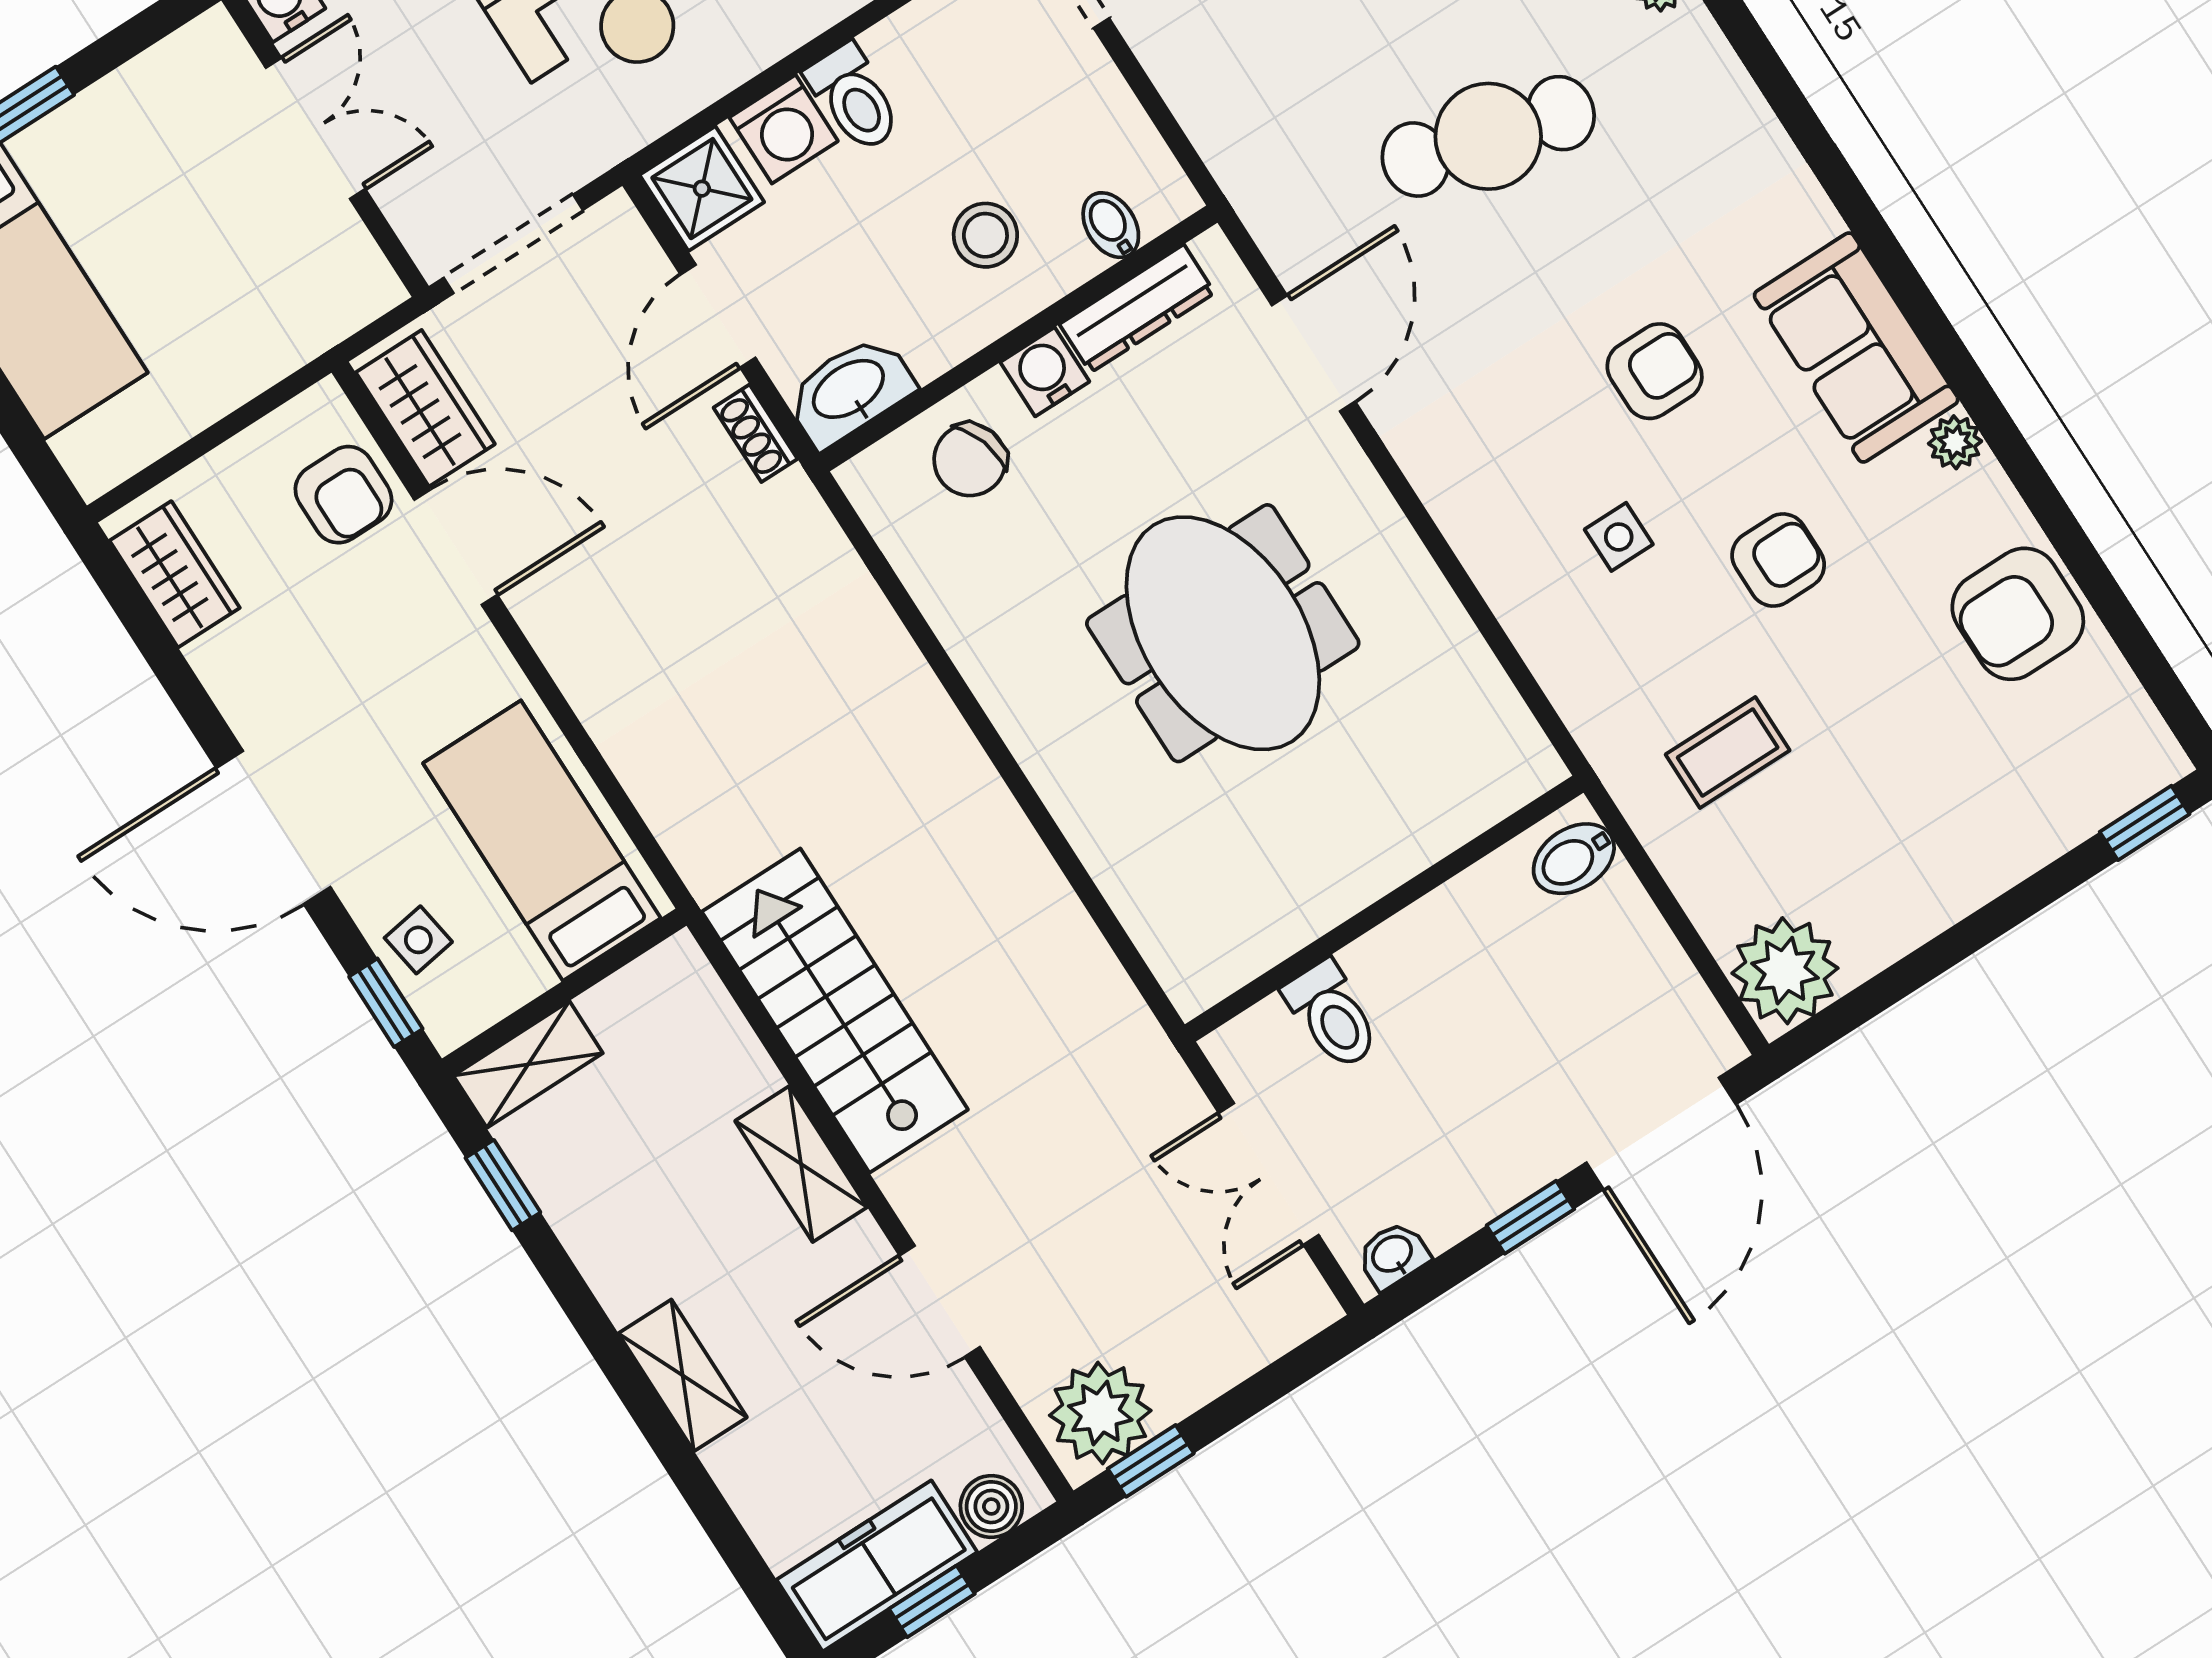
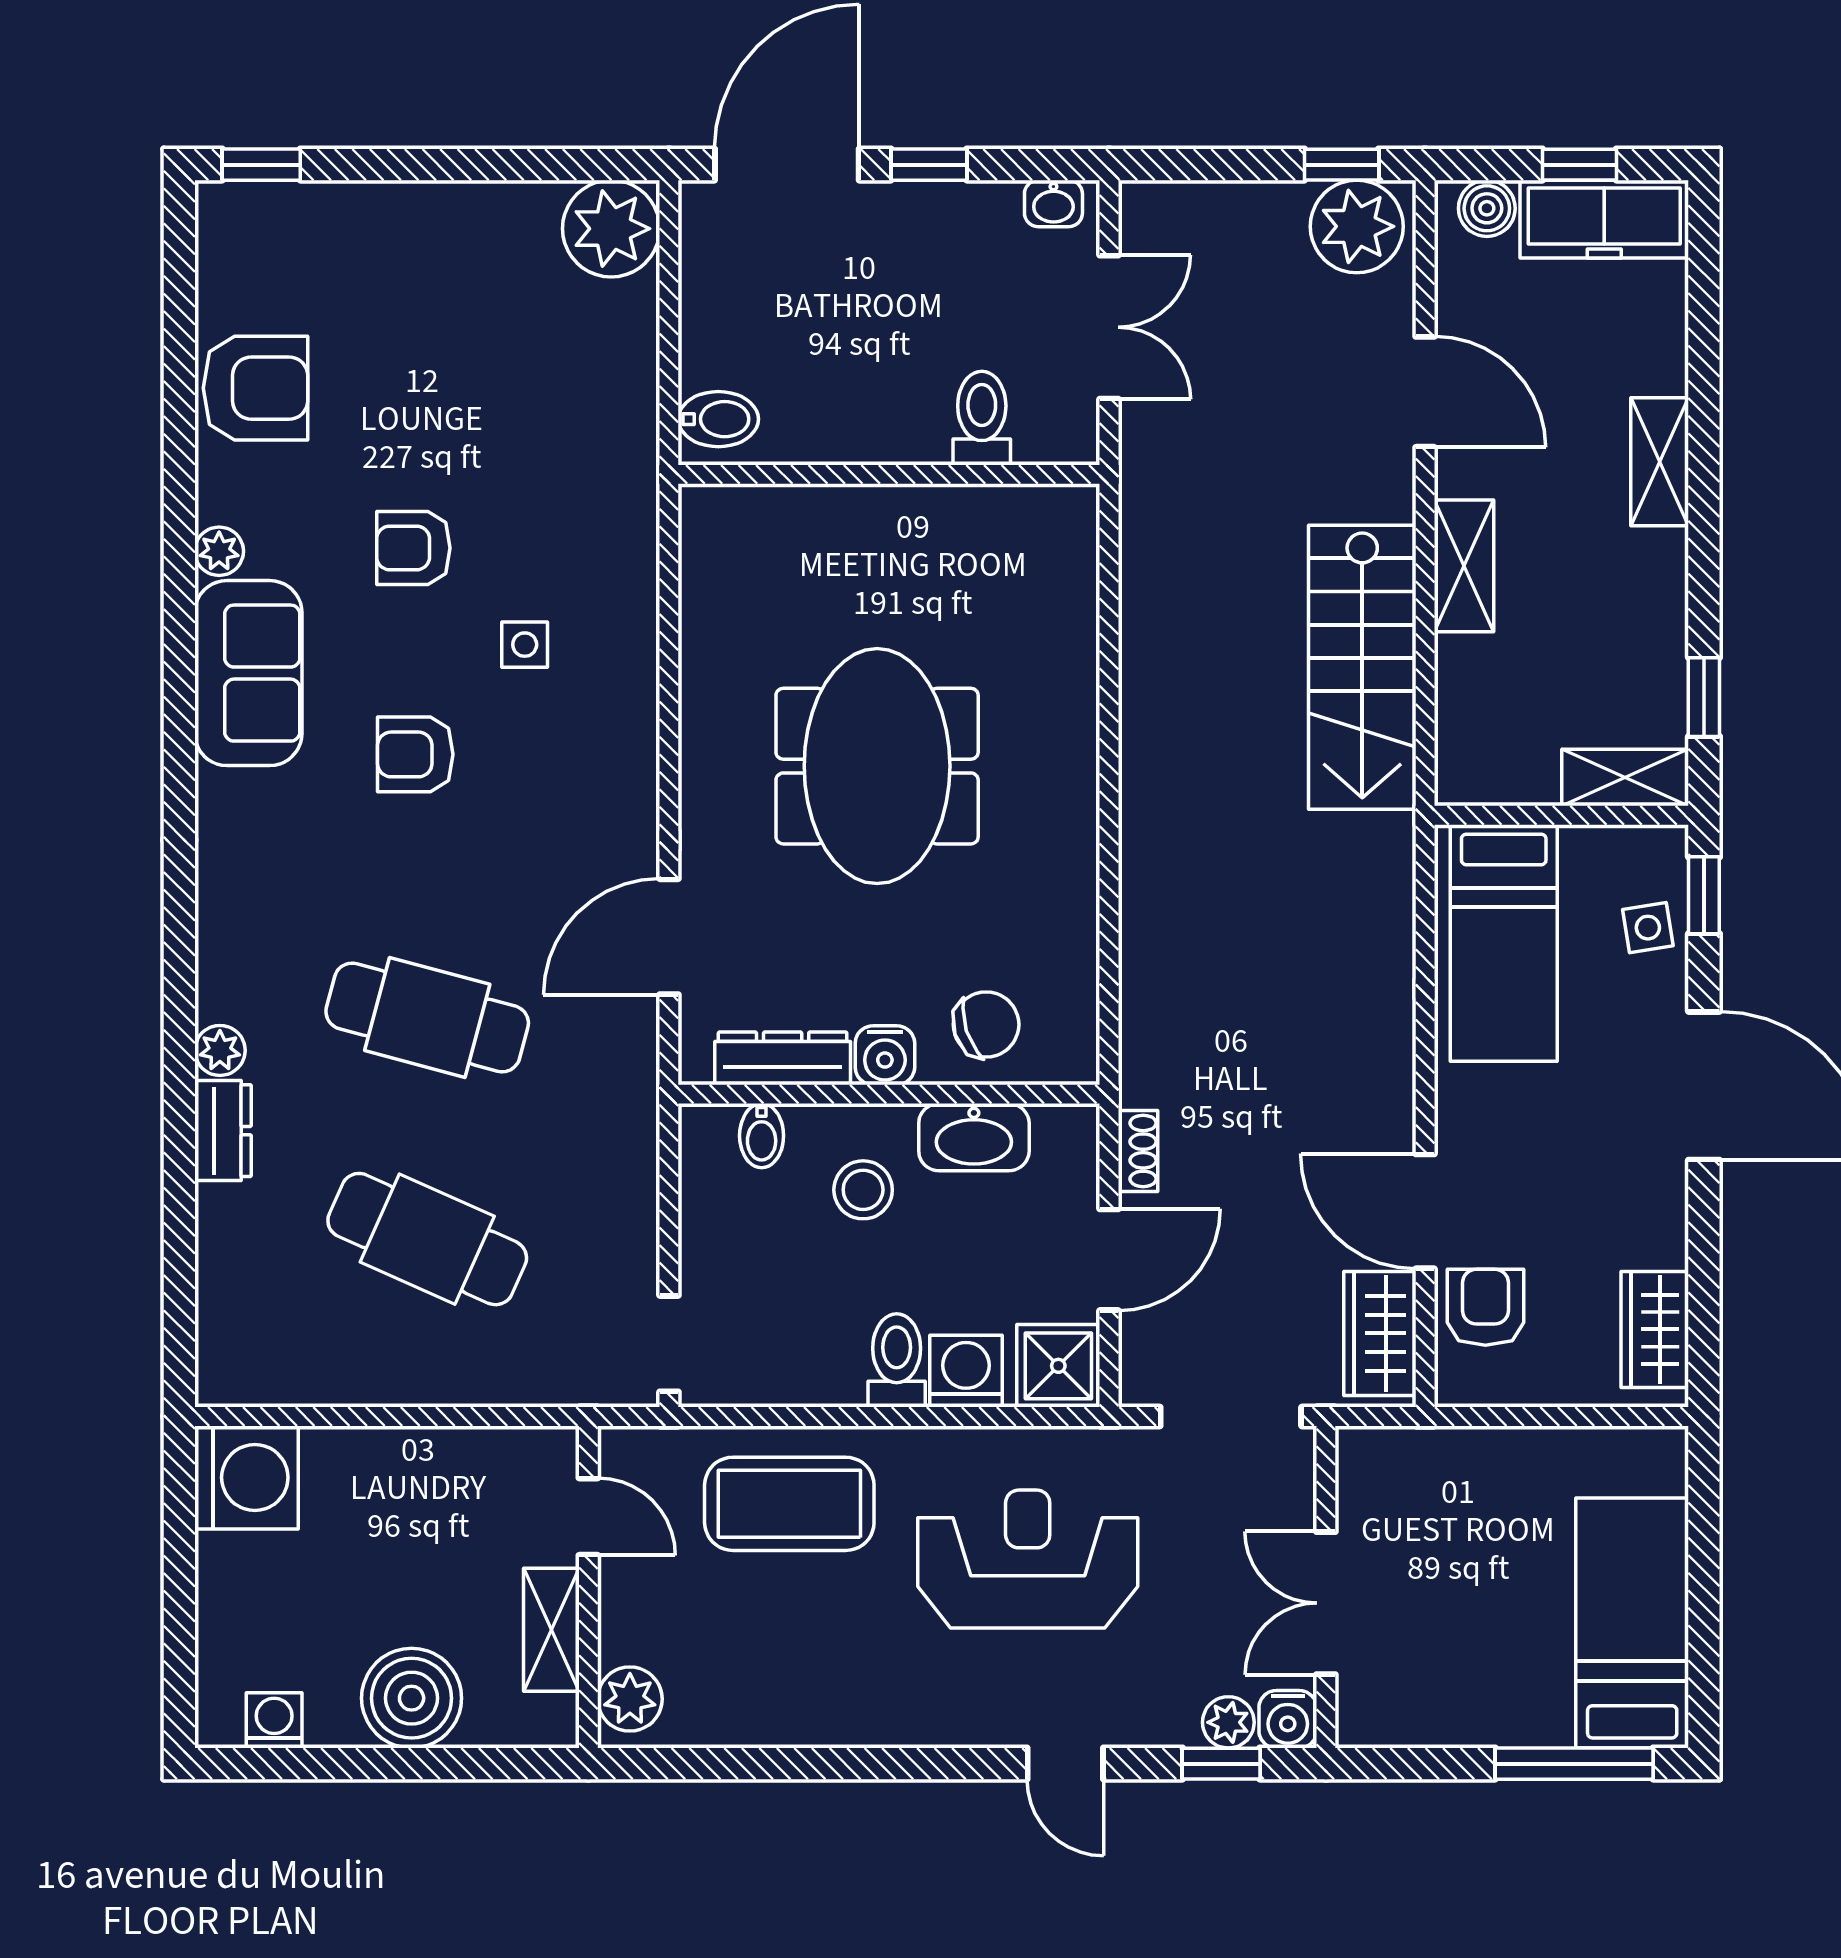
washbasin: (850, 391) -> (974, 1137), moved
coffee table: (1728, 752) -> (547, 425), removed

